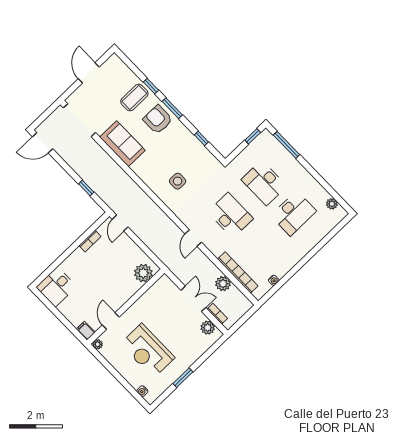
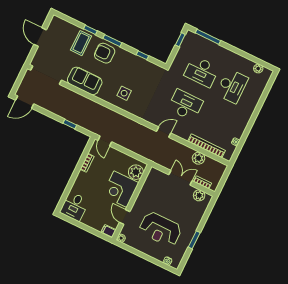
side table: (178, 181) -> (124, 93), moved
door: (193, 238) -> (164, 132), swing flipped
corner desk: (118, 286) -> (120, 189), added

